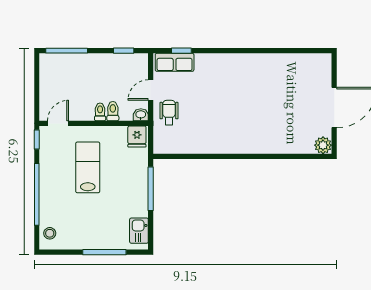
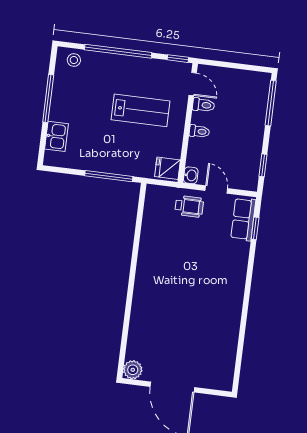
toilet: (113, 111) -> (203, 105), moved
kitchen sink: (139, 231) -> (56, 136), moved, turned 90
window: (104, 252) -> (48, 99), moved

